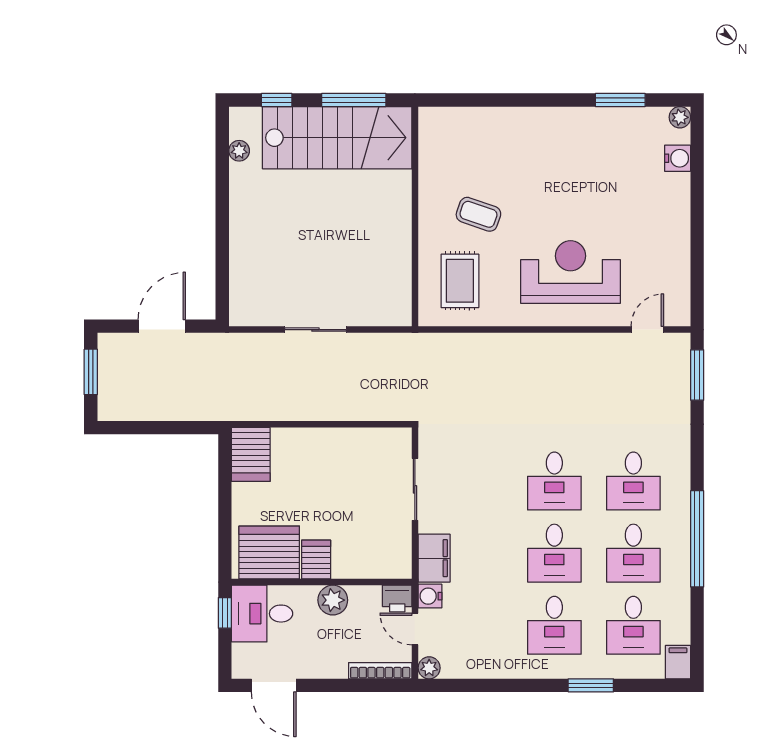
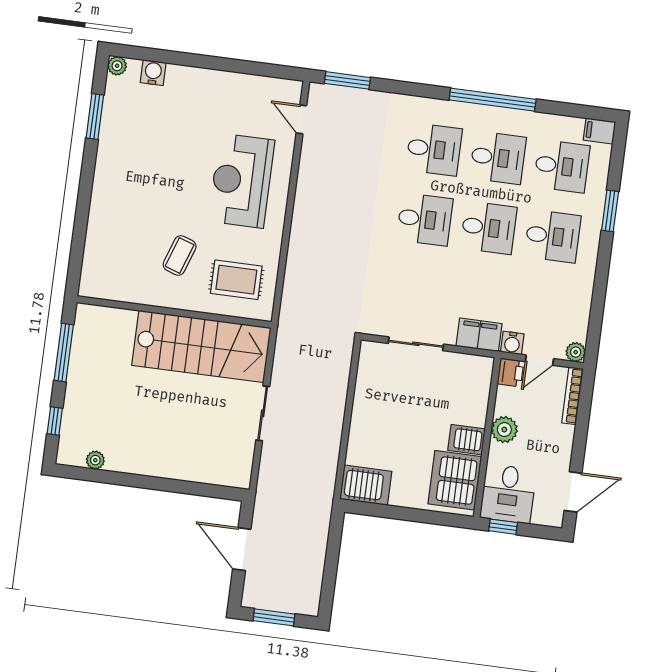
stairs: (337, 138) -> (201, 346), moved, turned 90

